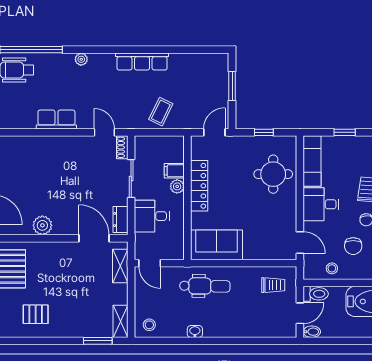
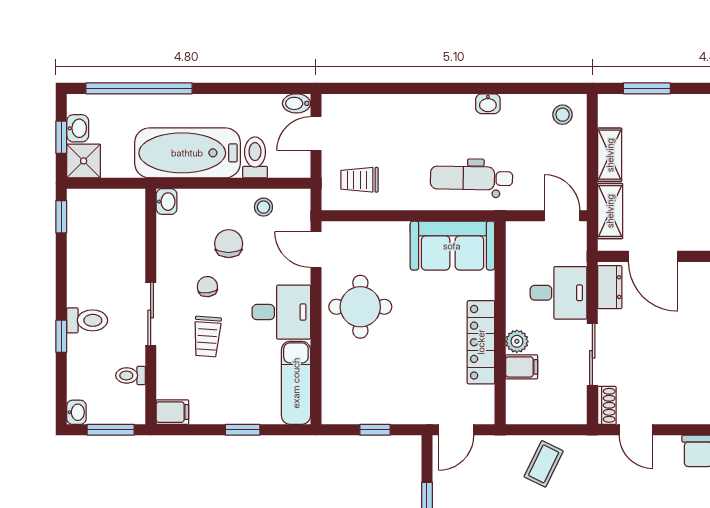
round table: (273, 174) -> (360, 307), moved
toilet: (316, 294) -> (255, 157), moved, turned 90
shelving: (121, 321) -> (610, 155), moved

